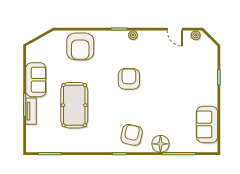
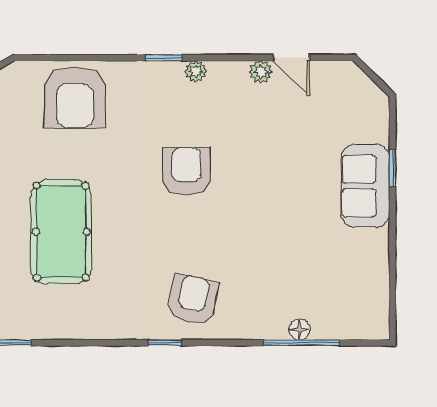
plant: (196, 35) -> (261, 72), moved
sofa: (207, 124) -> (365, 186), moved
floor lamp: (160, 144) -> (300, 330), moved, width x0.53, depth x0.53

